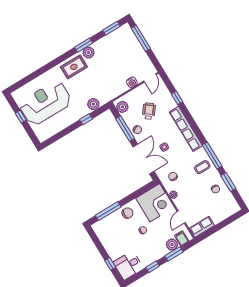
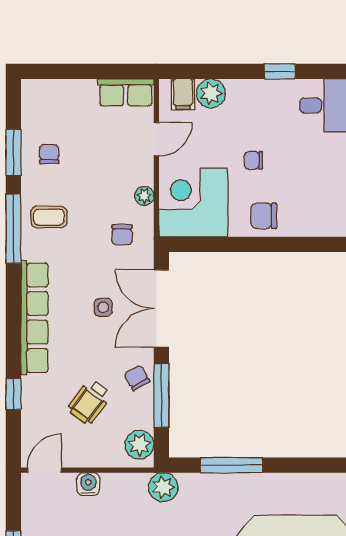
plant: (93, 104) -> (163, 487), moved
window: (86, 119) -> (231, 465), width x2.17
window: (108, 211) -> (302, 244), removed
window: (174, 254) -> (218, 71), removed

